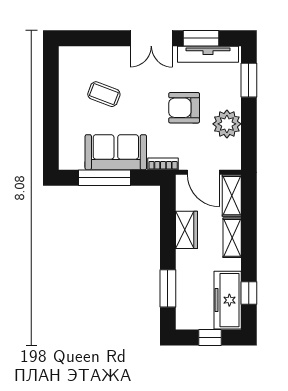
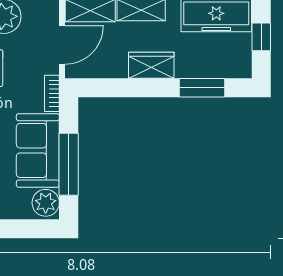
plant: (72, 159) -> (46, 203), added
wardrobe: (186, 230) -> (151, 65), moved

